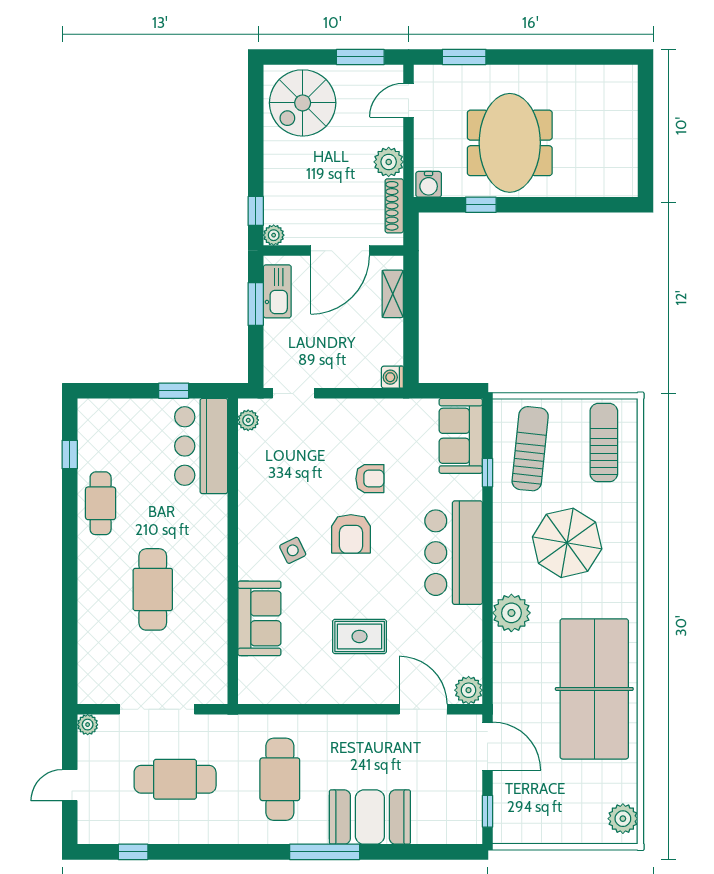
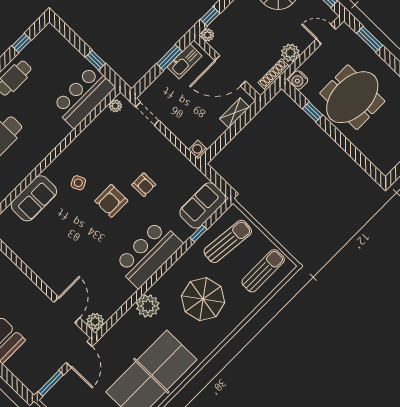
rug: (360, 636) -> (70, 250), removed
window: (488, 811) -> (51, 383), width x1.50

